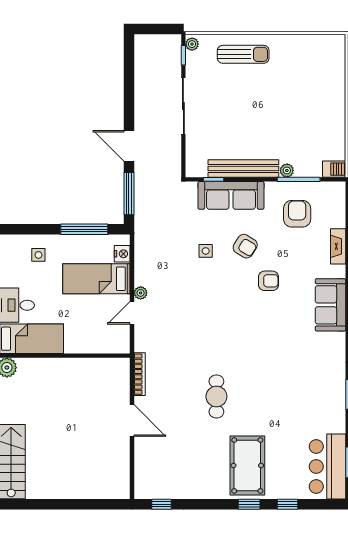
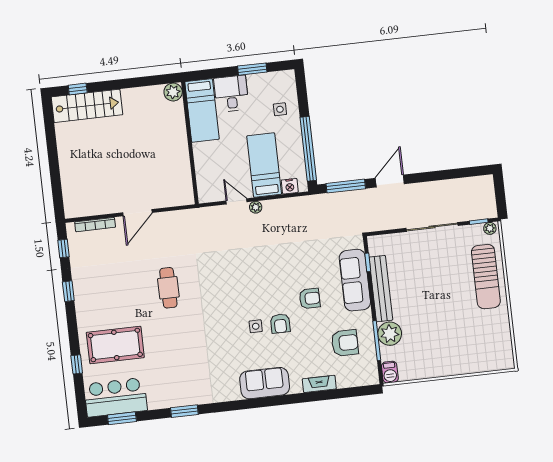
sun lounger: (243, 54) -> (486, 277), width x1.36, depth x1.34
plant: (287, 170) -> (390, 334), width x1.87, depth x1.87
window: (84, 229) -> (308, 149), width x1.46
armchair: (245, 246) -> (310, 298), turned -122
side table: (206, 251) -> (256, 326), moved
bookcase: (140, 374) -> (95, 225), moved
cafe table: (216, 396) -> (168, 288), turned 90
pool table: (247, 465) -> (115, 345), moved
window: (249, 504) -> (68, 291), moved

